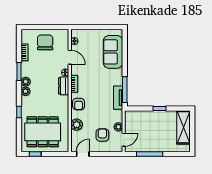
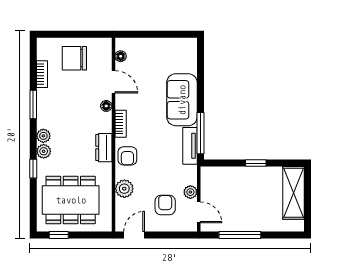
chair: (45, 42) -> (74, 58), turned -90
sofa: (113, 52) -> (182, 100), moved
plant: (26, 82) -> (44, 151), moved
dresser: (64, 86) -> (104, 148), moved
door: (124, 140) -> (199, 212), hinge flipped

